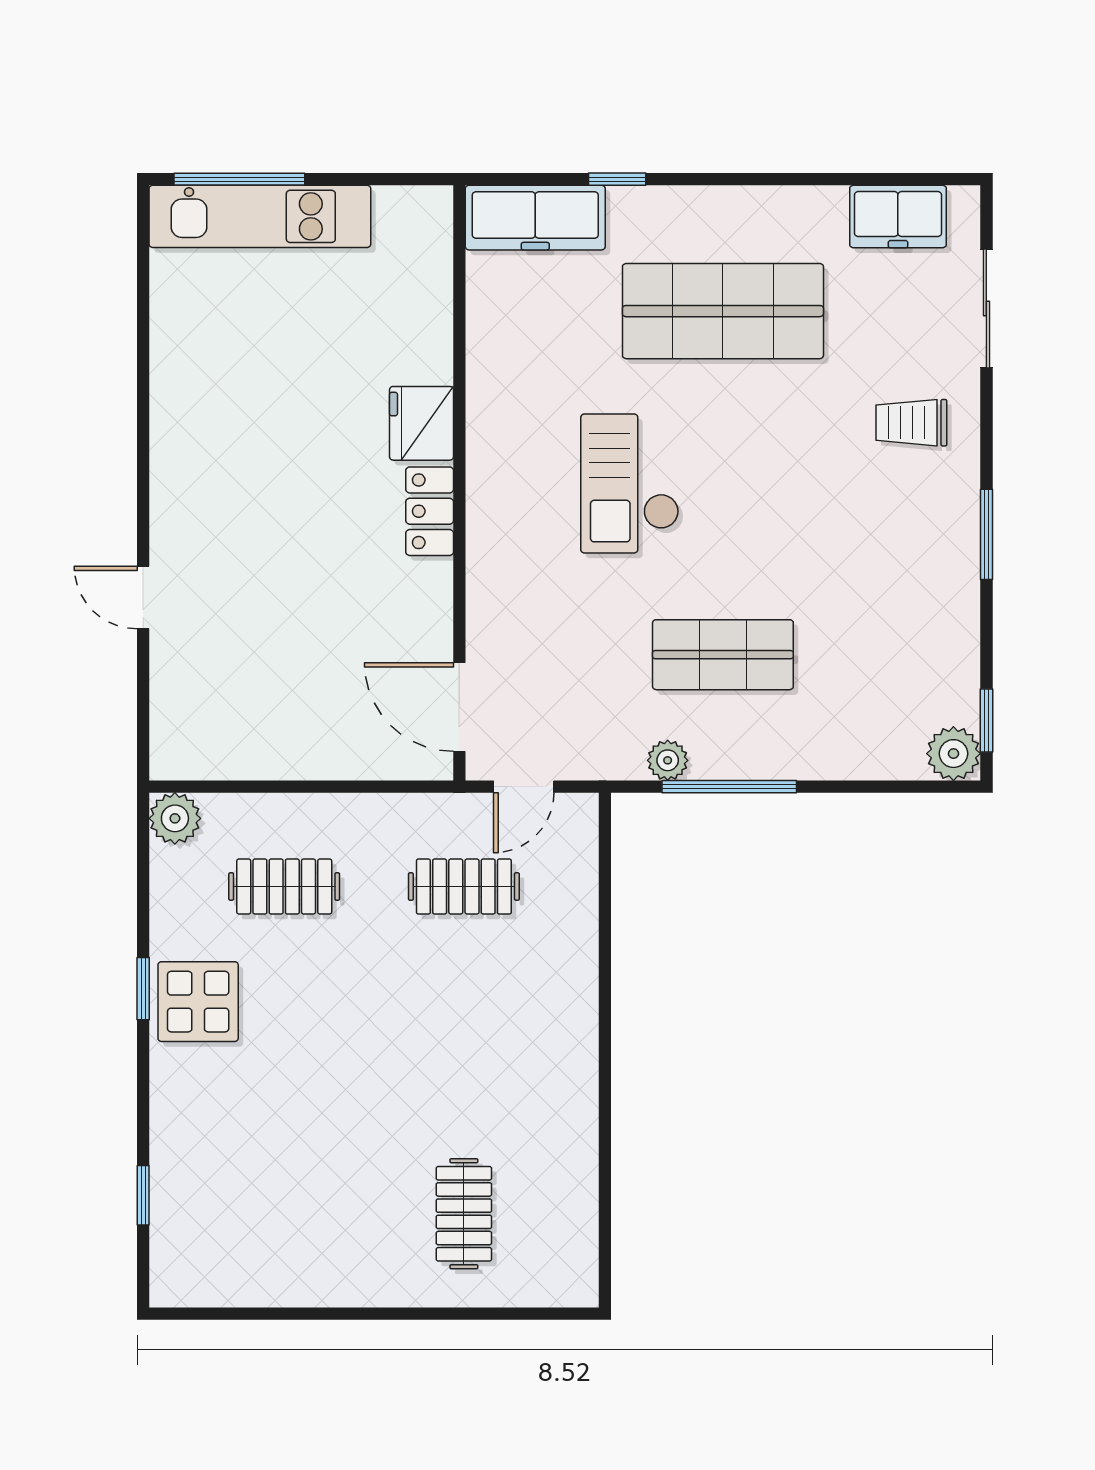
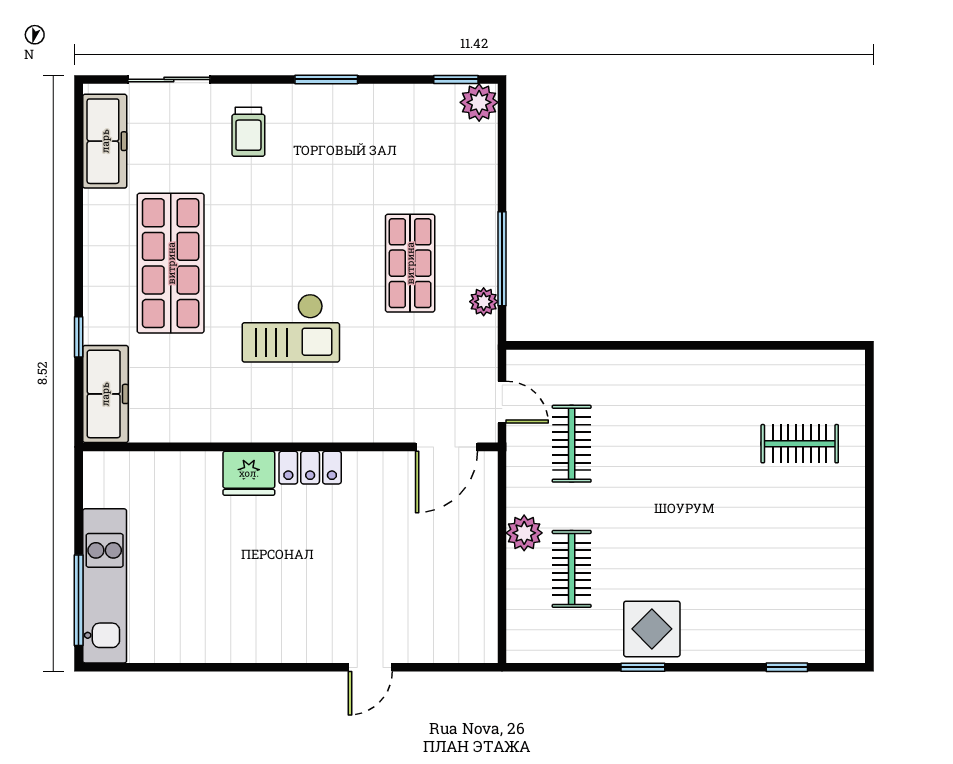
freezer: (898, 217) -> (105, 141), width x1.40
plant: (175, 818) -> (524, 533), moved

